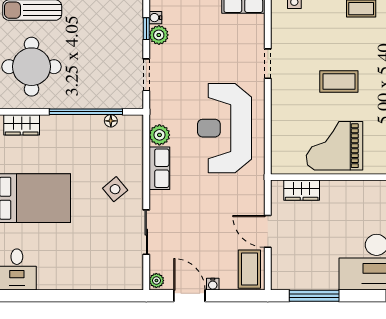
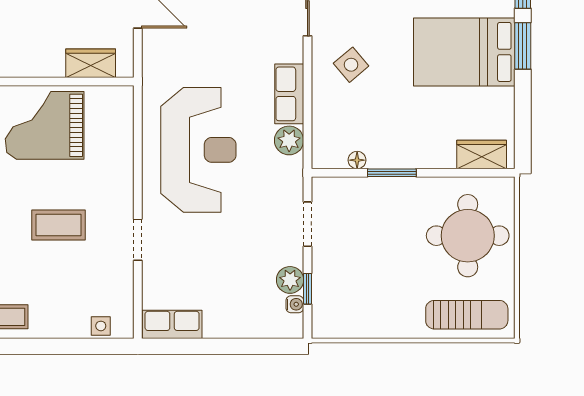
coffee table: (339, 82) -> (59, 225), moved
window: (86, 112) -> (392, 173), width x0.47
grand piano: (335, 146) -> (45, 125), turned 180

